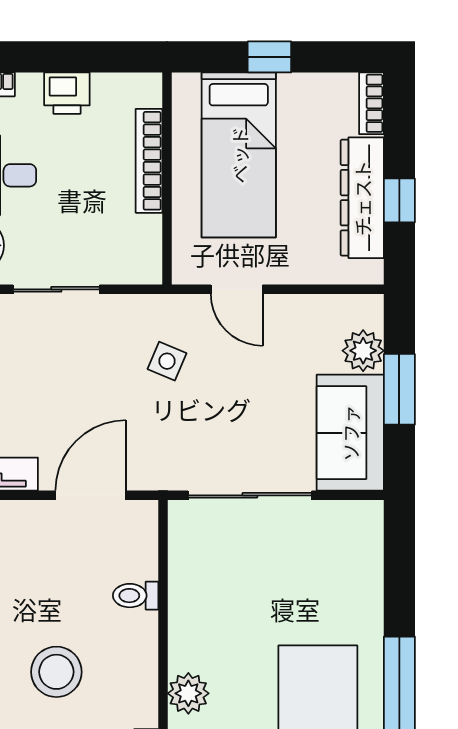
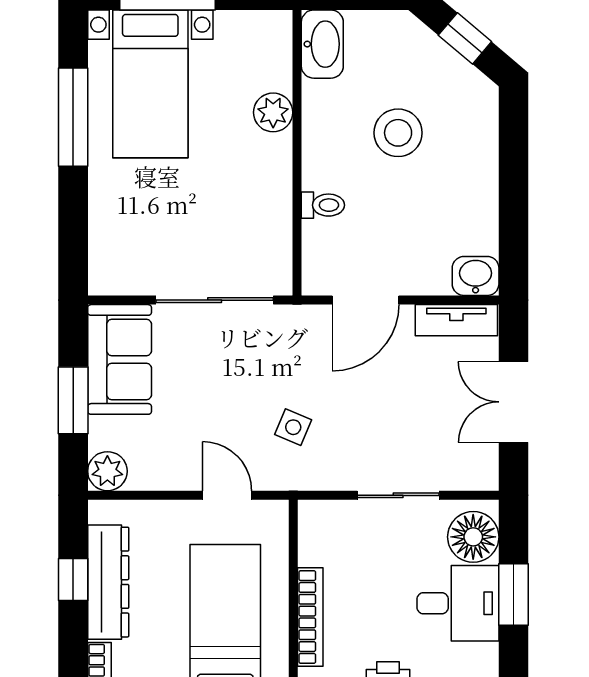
plant: (363, 351) -> (107, 471), moved

